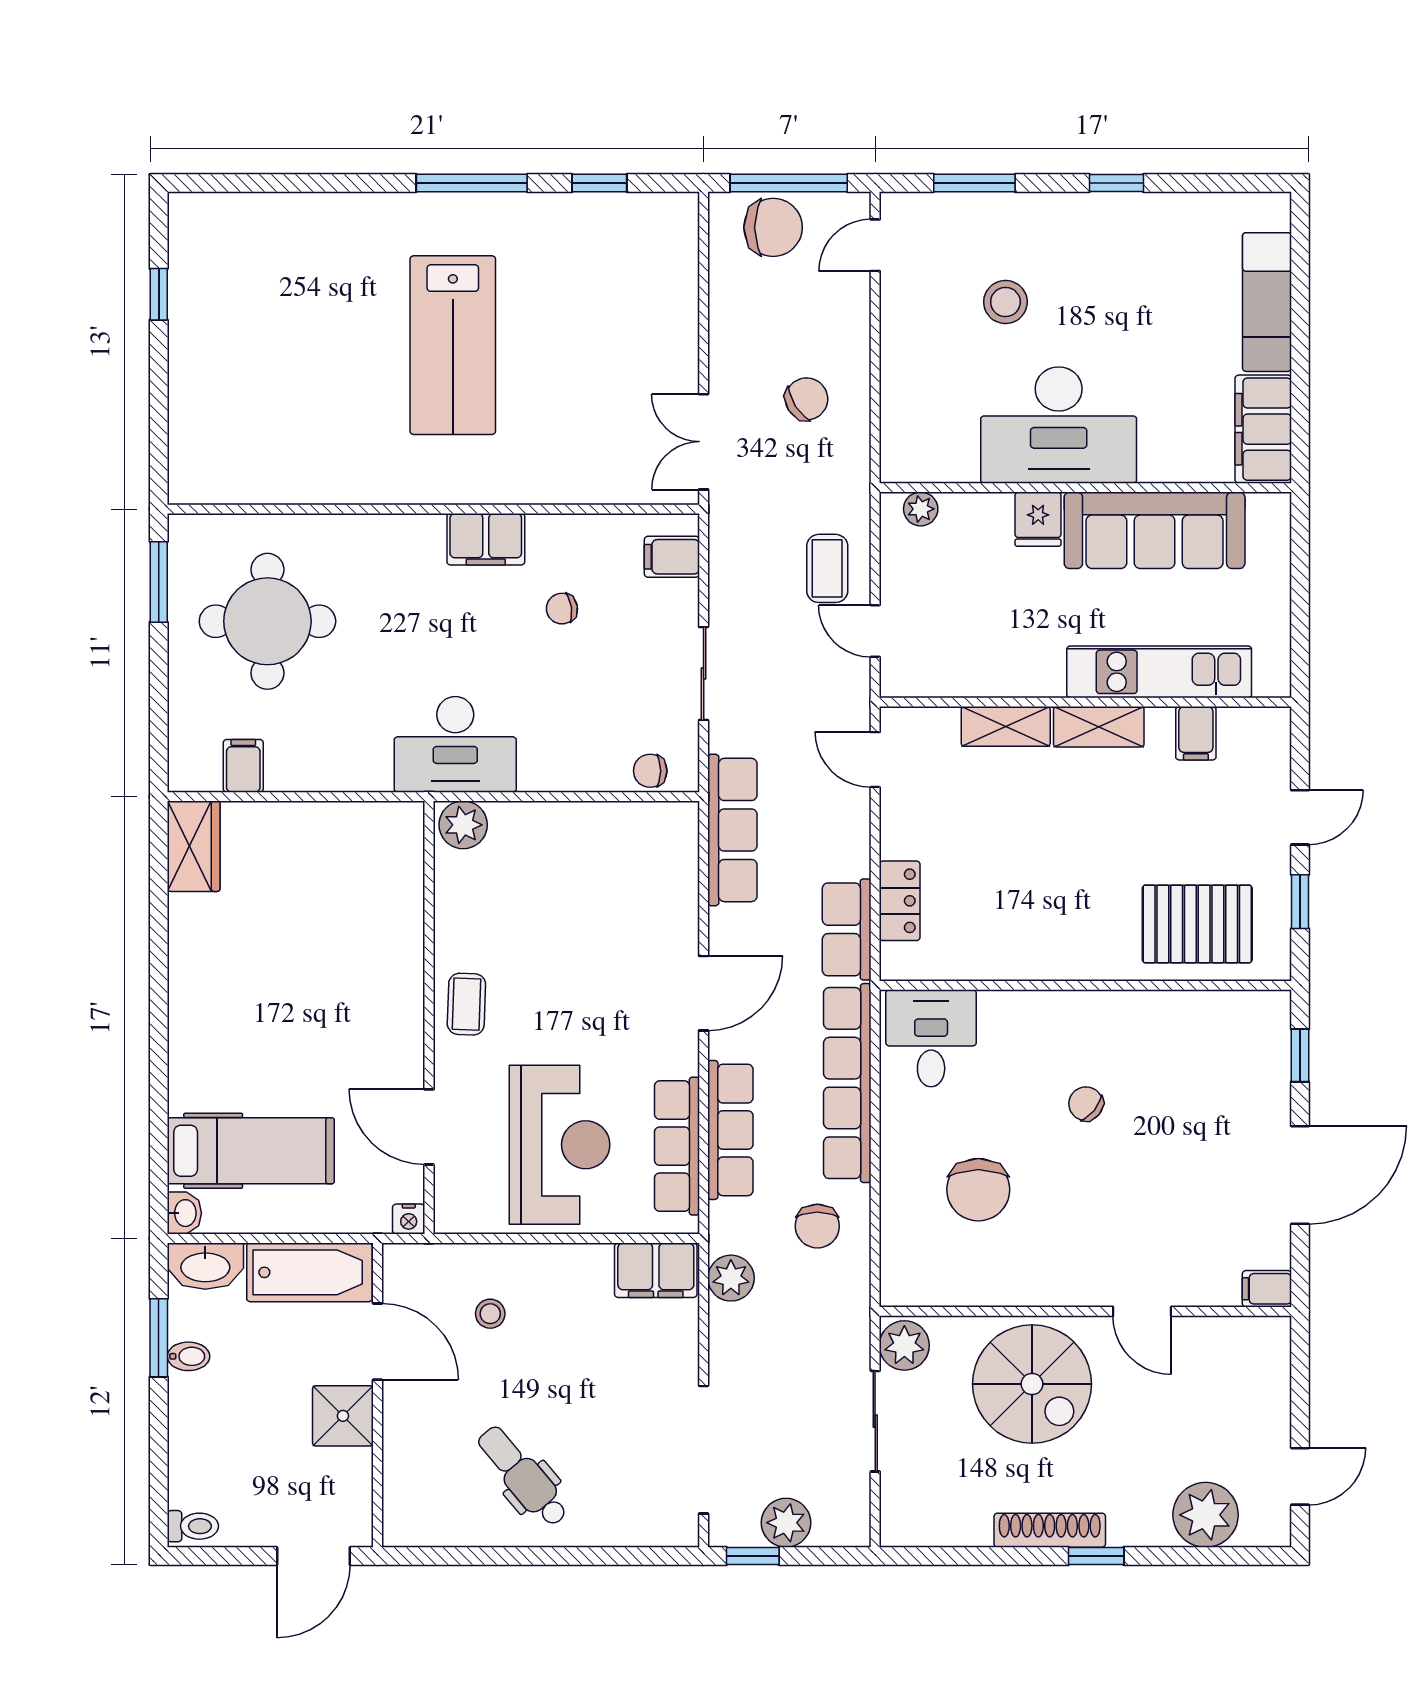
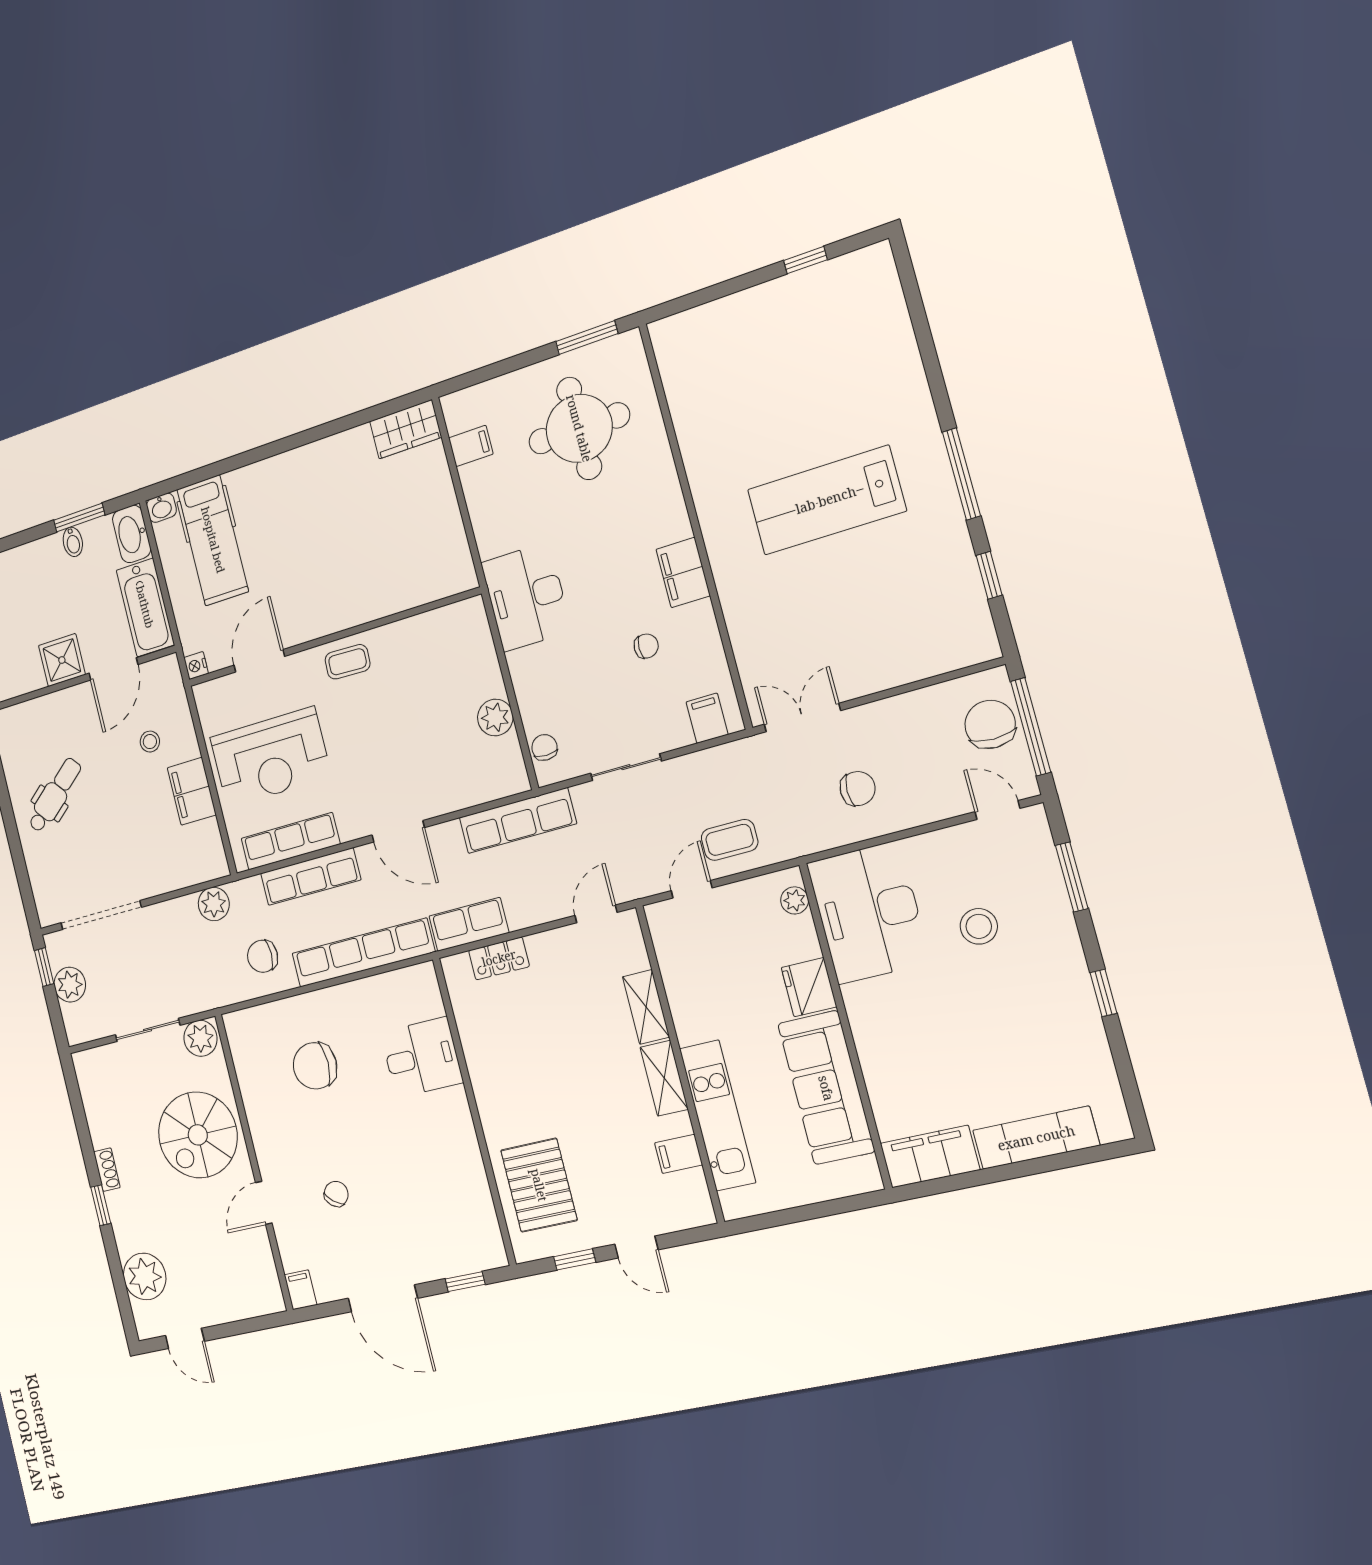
chair: (773, 227) -> (990, 724), turned 180
chair: (807, 399) -> (858, 789), turned -58
desk: (1059, 425) -> (868, 913), moved
fridge: (1038, 519) -> (809, 987), width x1.38
chair: (562, 609) -> (646, 646), turned 99
plant: (463, 825) -> (495, 718), moved
desk: (931, 1038) -> (422, 1057), moved
chair: (1086, 1104) -> (336, 1194), moved
filing cabinet: (656, 1270) -> (192, 791), moved
shoe rack: (1050, 1530) -> (107, 1170), width x0.51, depth x0.81

